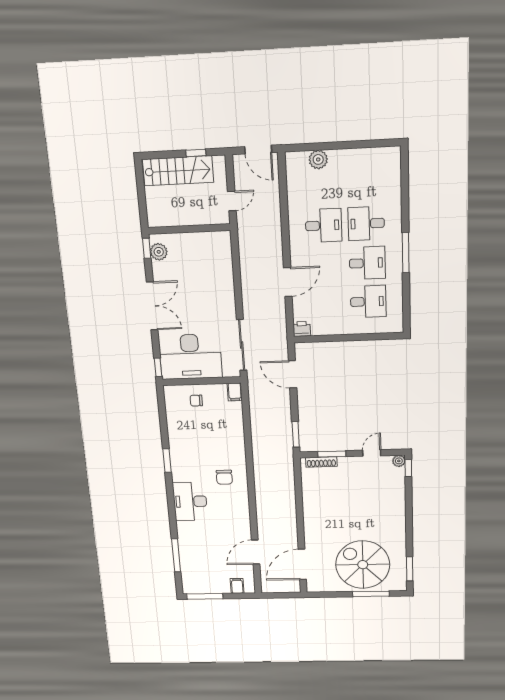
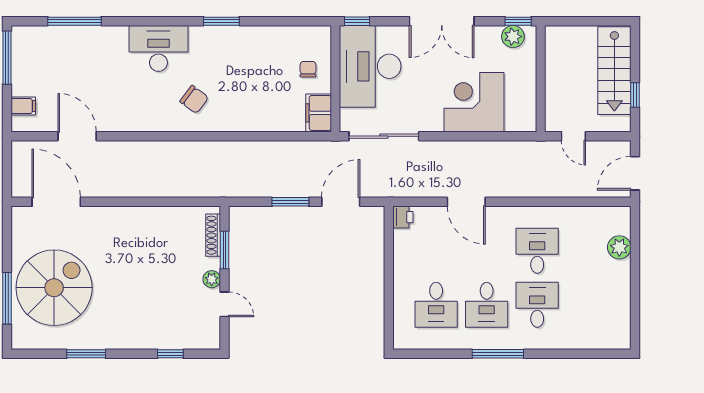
desk: (324, 225) -> (537, 251), turned 180
corner desk: (211, 279) -> (474, 102), added
filing cabinet: (235, 392) -> (319, 113), width x2.00
window: (296, 434) -> (290, 202), moved
plant: (399, 461) -> (212, 279), moved
window: (408, 468) -> (170, 354), moved
chair: (224, 477) -> (194, 99), turned -143
window: (410, 569) -> (86, 354), moved

